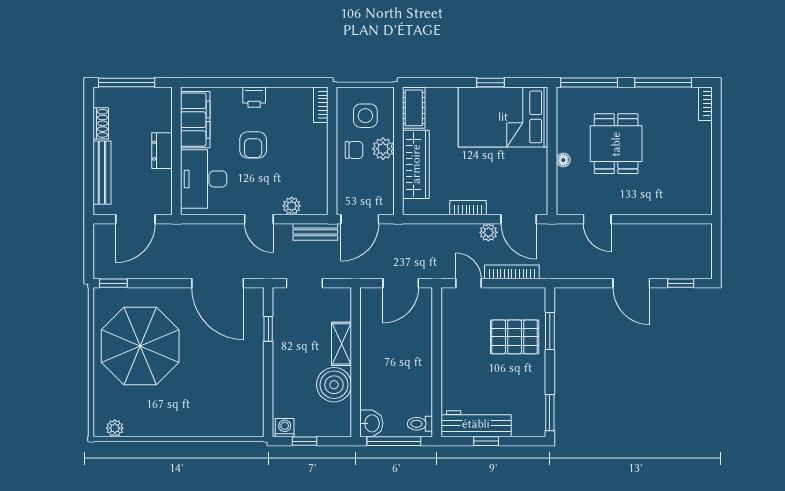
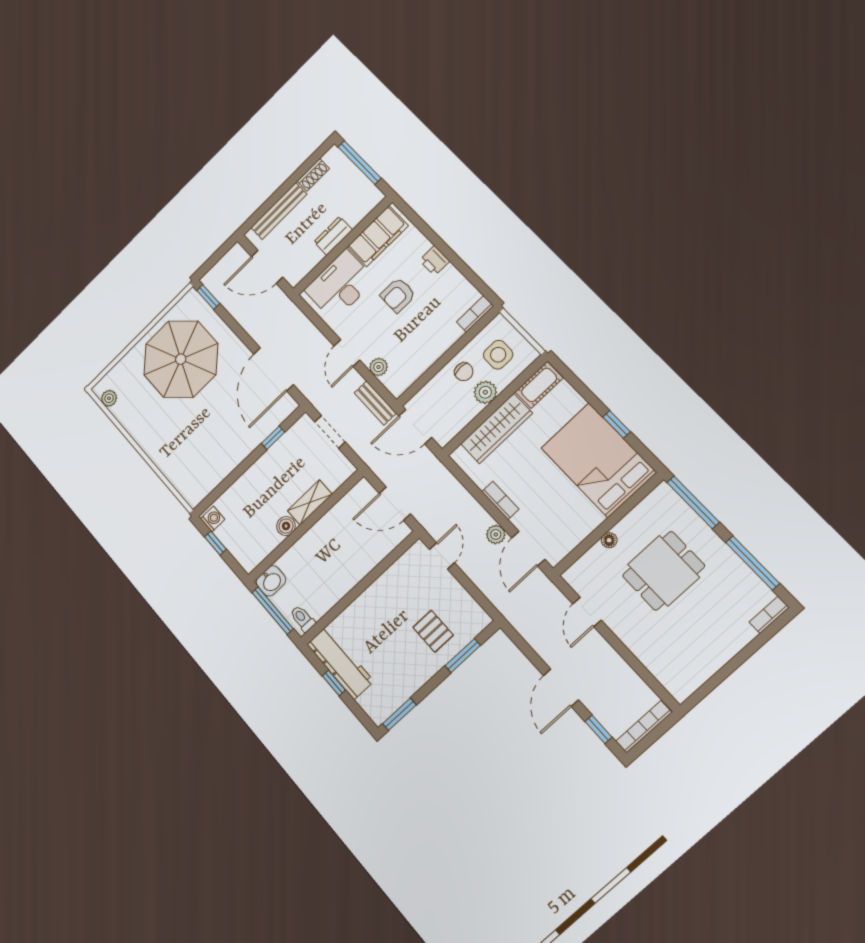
bookcase: (512, 272) -> (644, 727), moved, turned -90
pallet: (515, 337) -> (433, 631), width x0.67, depth x0.71
boiler: (334, 385) -> (286, 526), width x0.54, depth x0.54

